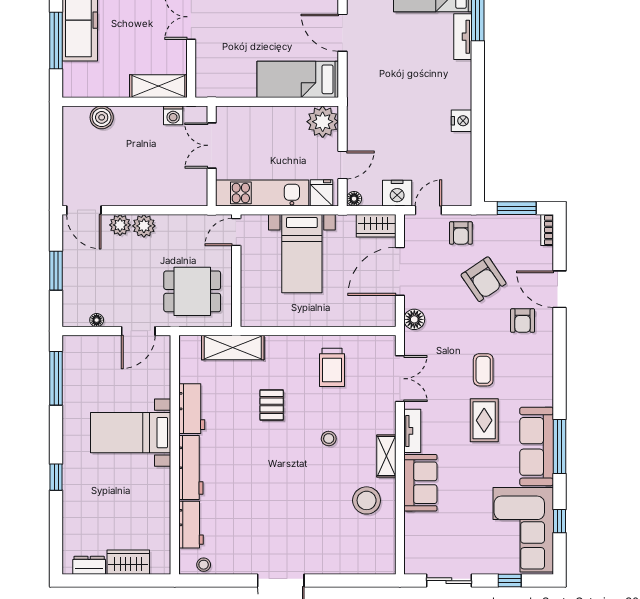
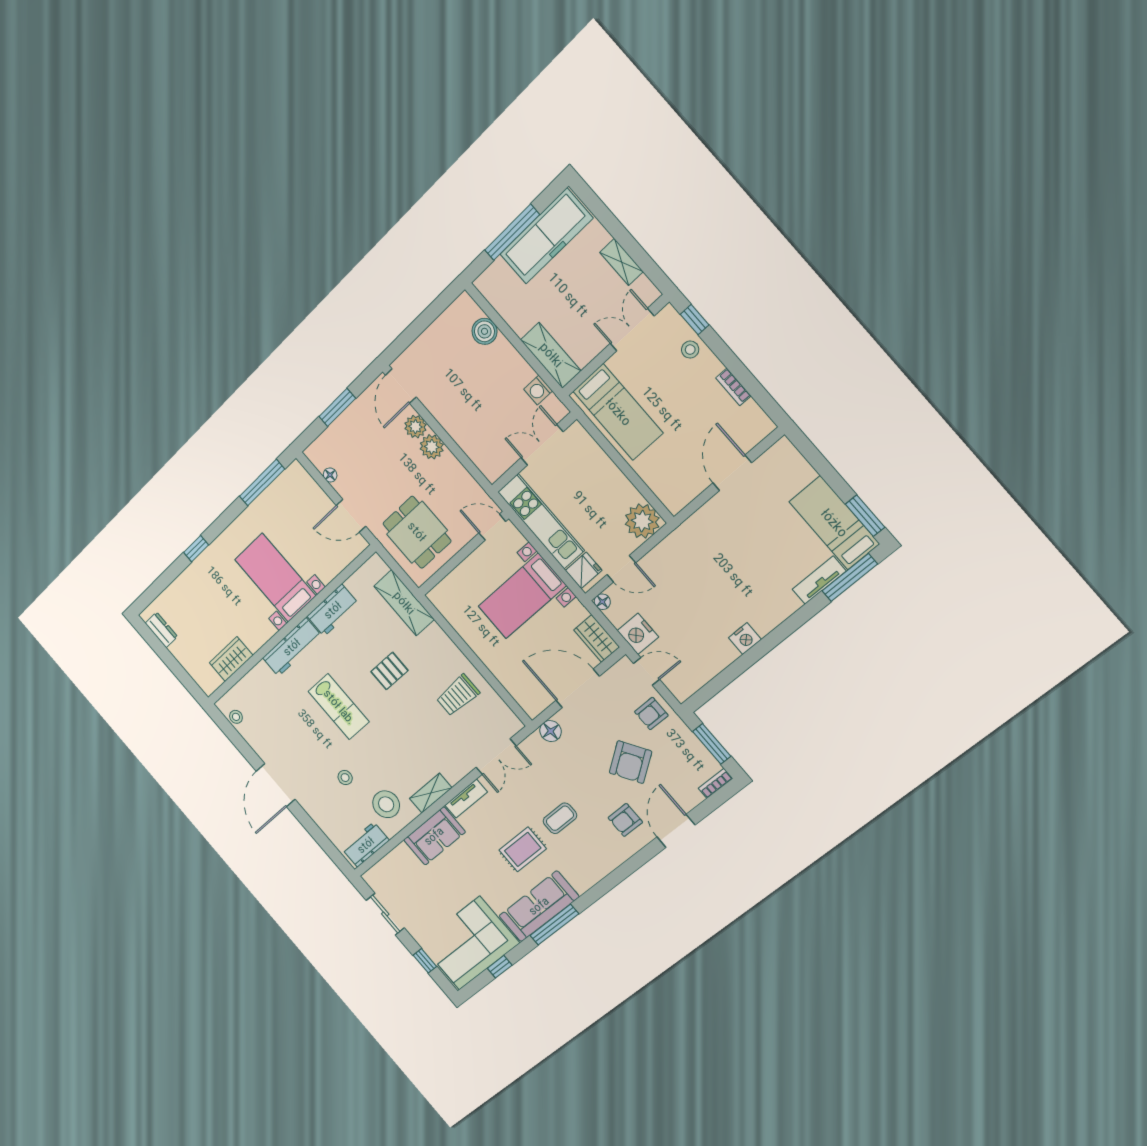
bed: (298, 79) -> (618, 412), moved, turned 180
stool: (329, 439) -> (345, 778), moved
lab bench: (264, 471) -> (339, 707), added
workbench: (191, 525) -> (366, 845), moved, turned 180
wardrobe: (128, 562) -> (231, 659), moved, turned -90

